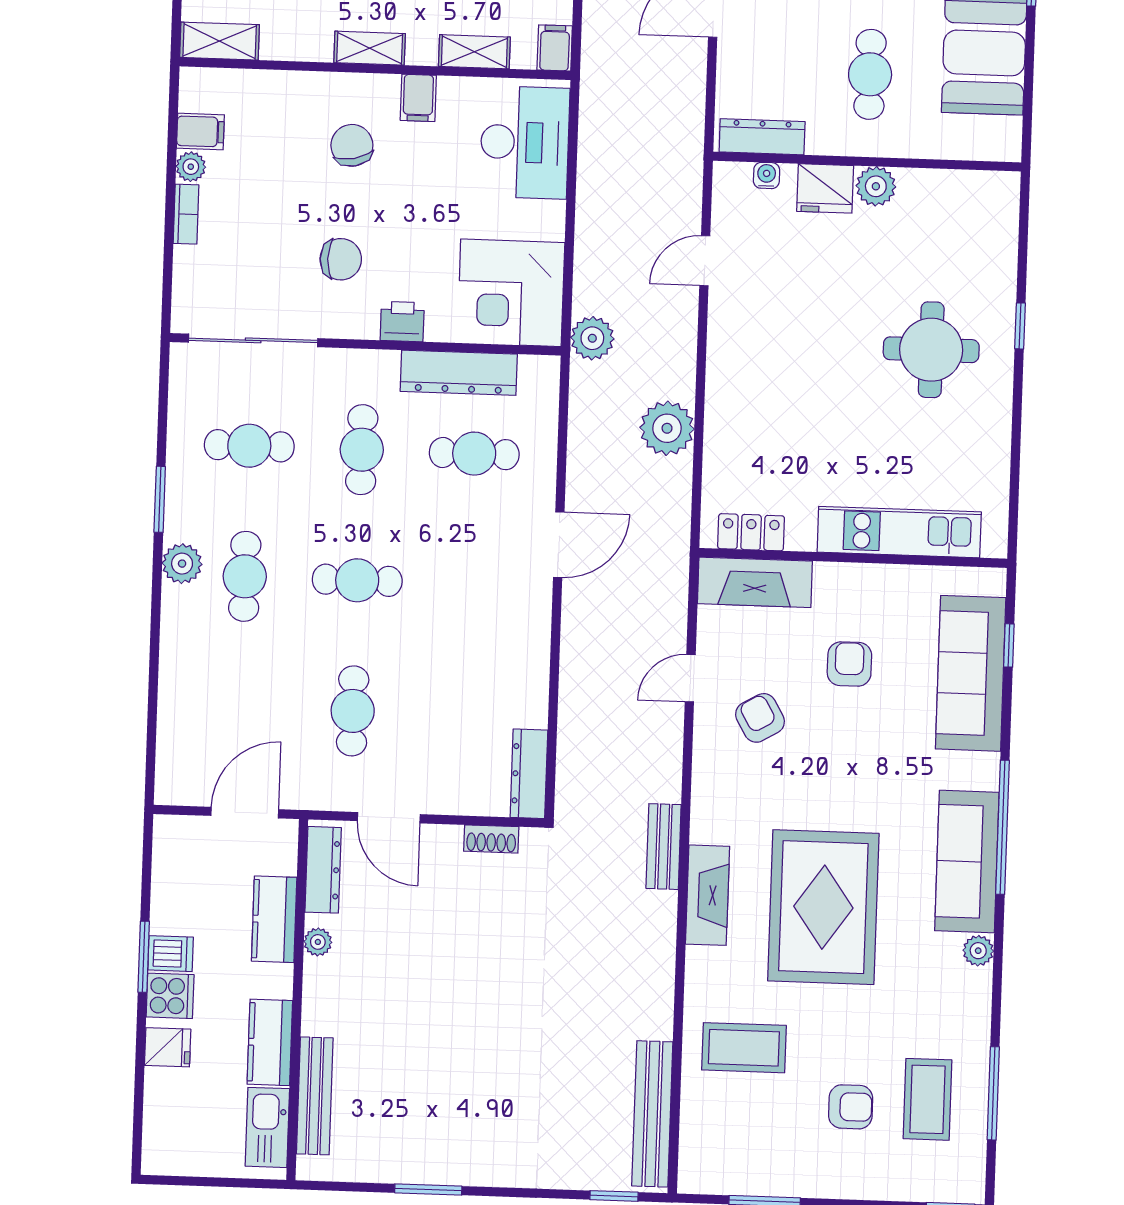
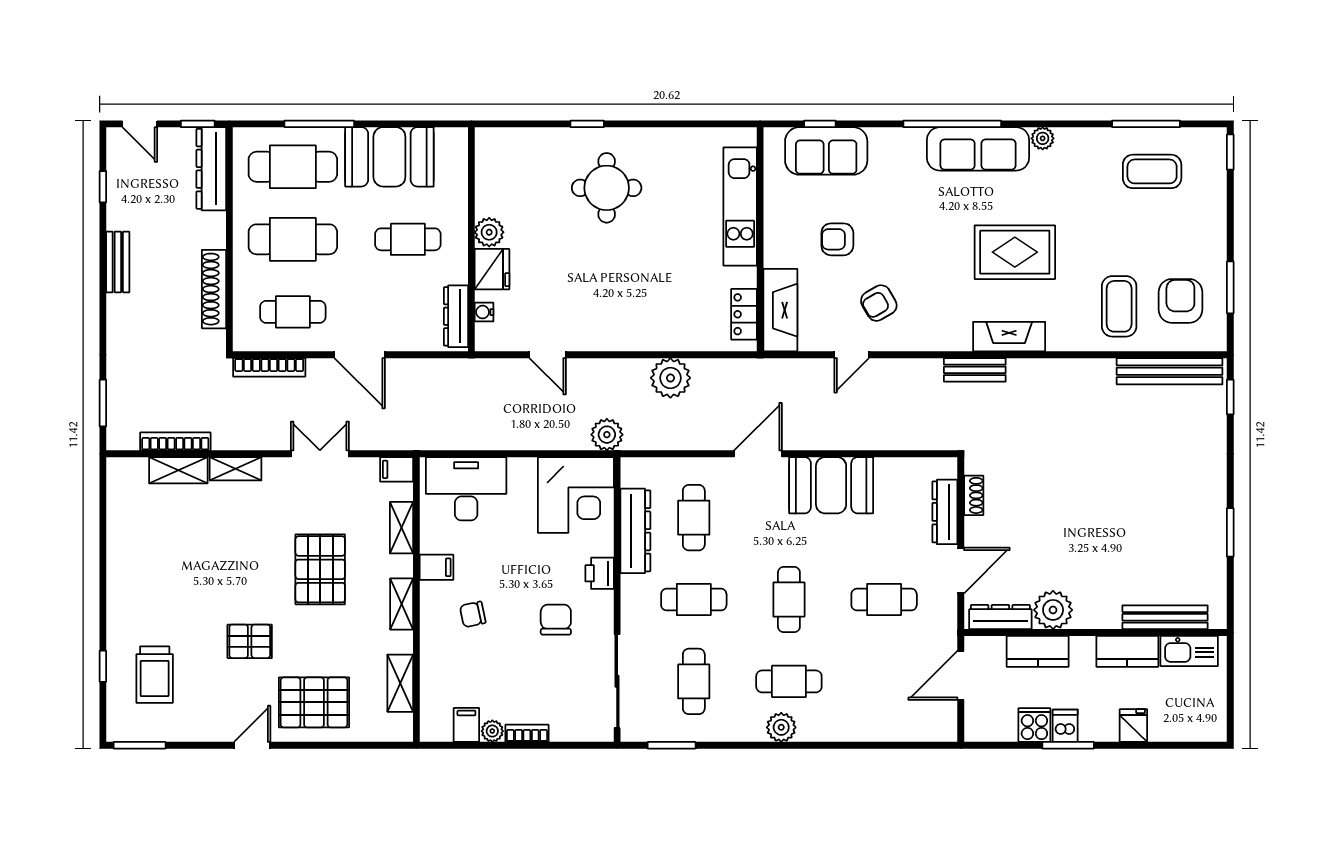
shelving: (220, 41) -> (400, 683), moved
chair: (352, 145) -> (473, 614), width x0.73, depth x0.73
window: (160, 499) -> (672, 745), moved
door: (559, 545) -> (758, 454), hinge flipped
booth: (512, 644) -> (831, 485), added
sofa: (971, 673) -> (826, 151), width x0.73
door: (690, 678) -> (852, 355), hinge flipped
dresser: (529, 774) -> (945, 512), moved, turned 90
door: (245, 813) -> (961, 675), hinge flipped
rug: (823, 907) -> (1015, 252), width x0.73, depth x0.69
plant: (318, 942) -> (1053, 610), width x1.87, depth x1.87
cooker: (170, 996) -> (1034, 725), moved
armchair: (851, 1107) -> (1180, 301), moved, width x1.38, depth x1.38

